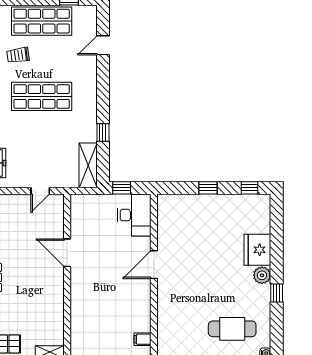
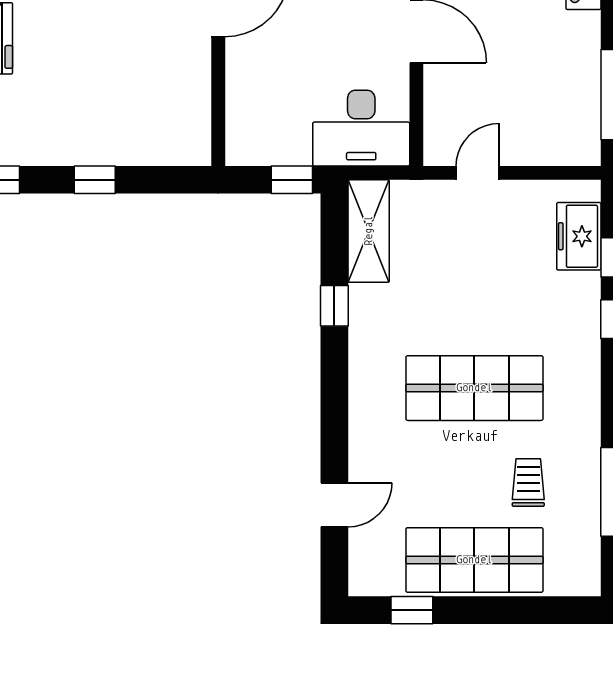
trolley: (18, 55) -> (528, 482), turned -82
desk: (134, 215) -> (361, 128), moved, turned -90

